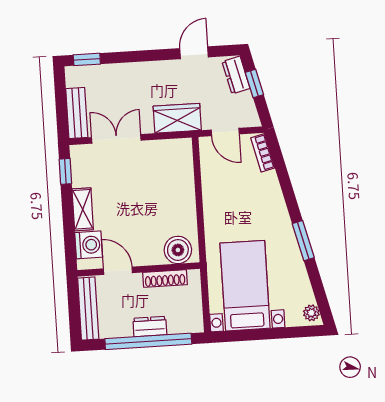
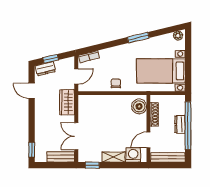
chair: (217, 205) -> (116, 83), added

